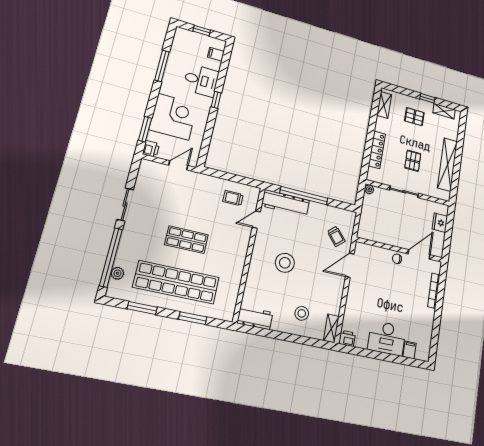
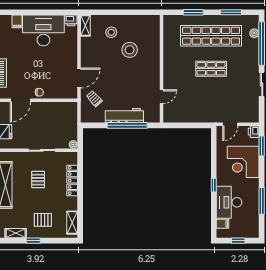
desk: (201, 80) -> (229, 202), width x1.37
trolley: (233, 198) -> (183, 109), removed
workbench: (286, 203) -> (124, 115), moved
stool: (285, 263) -> (130, 50), moved
workbench: (255, 318) -> (147, 22), removed
desk: (387, 338) -> (43, 30), width x1.36, depth x1.30

